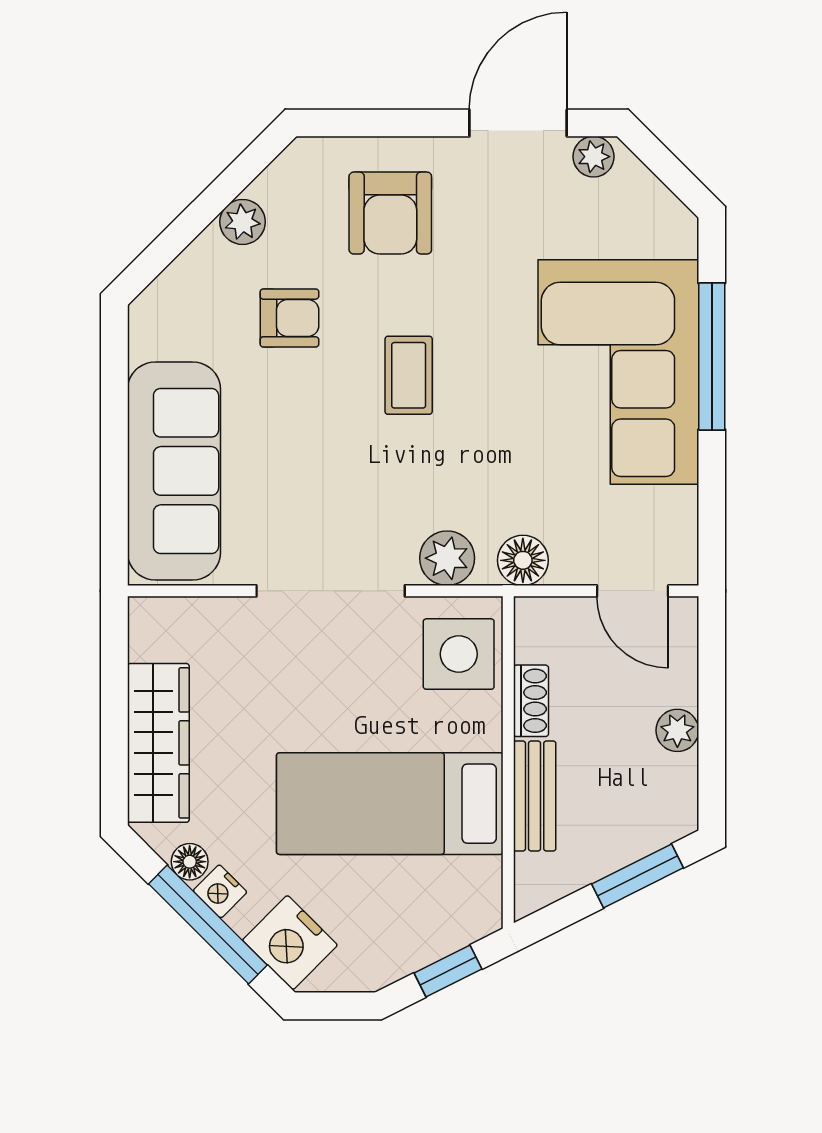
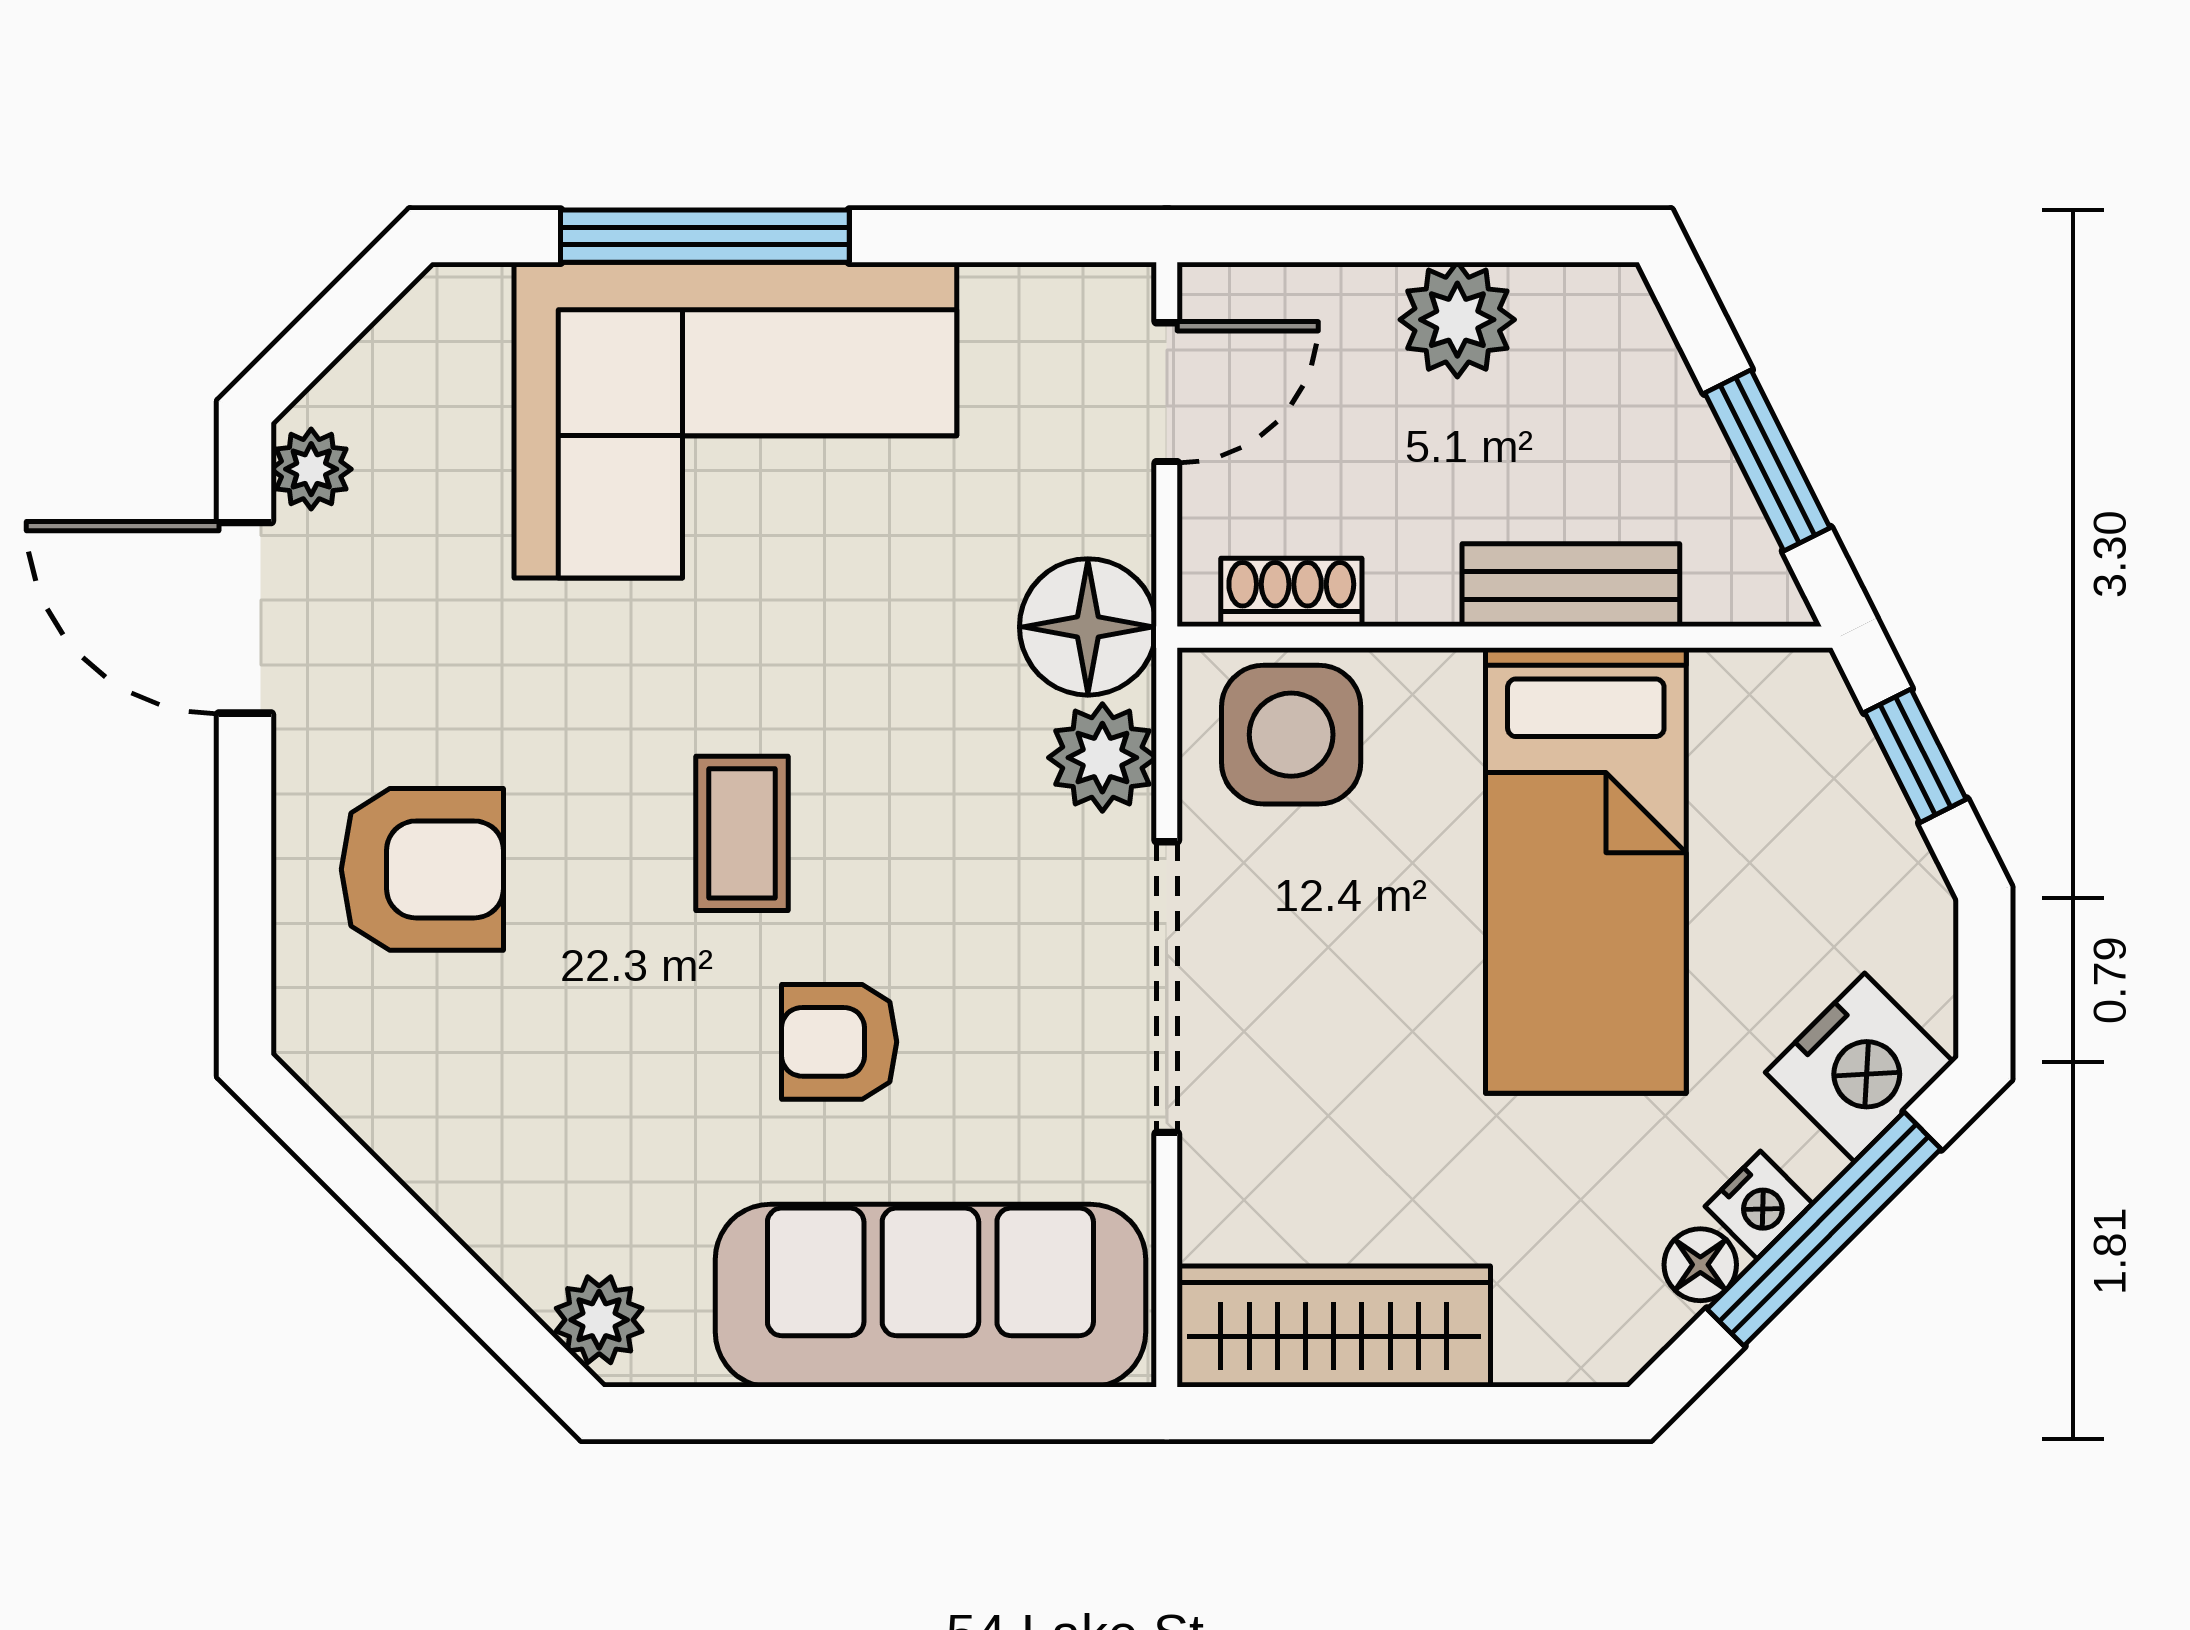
plant: (243, 222) -> (599, 1320), moved
armchair: (289, 318) -> (839, 1042), moved, turned -90
coffee table: (409, 375) -> (742, 833), turned 90
floor lamp: (523, 560) -> (1088, 627), width x1.38, depth x1.38
shoe rack: (531, 701) -> (1291, 592), moved
plant: (677, 730) -> (1457, 320), width x1.38, depth x1.38
wardrobe: (158, 743) -> (1334, 1327), moved
window: (637, 876) -> (1767, 460), moved

